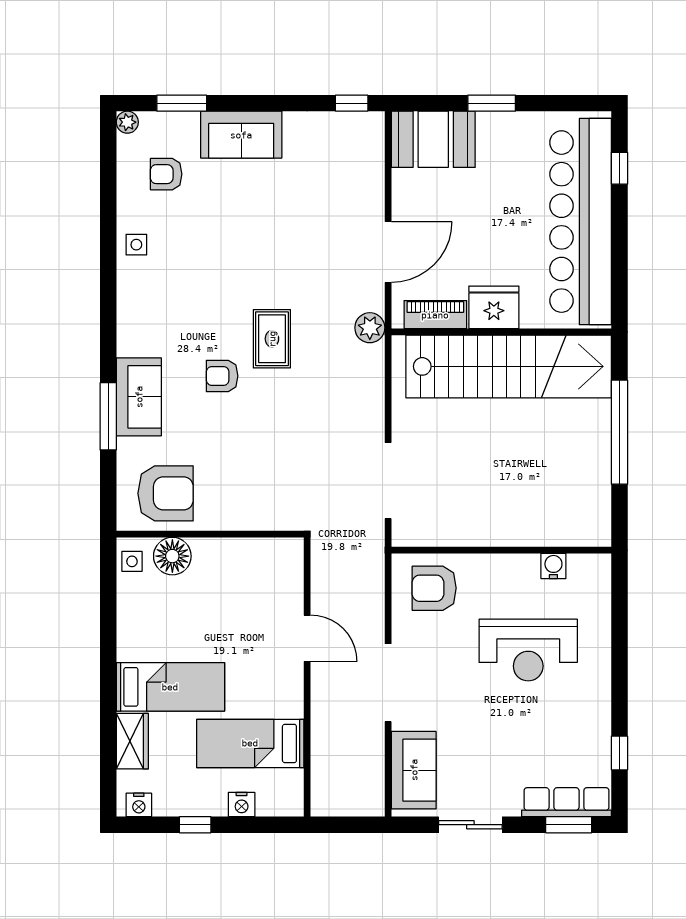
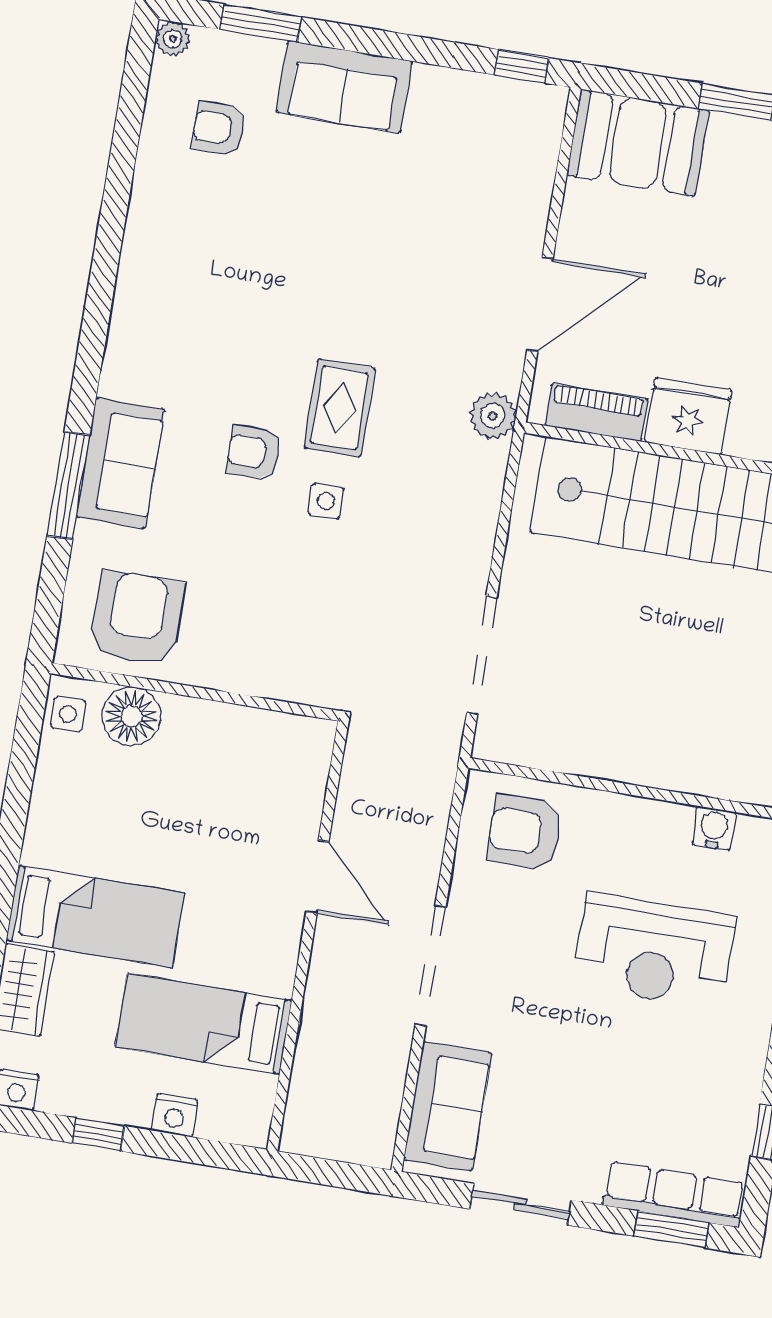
side table: (136, 245) -> (326, 501), moved
armchair: (166, 493) -> (137, 618), turned -90

